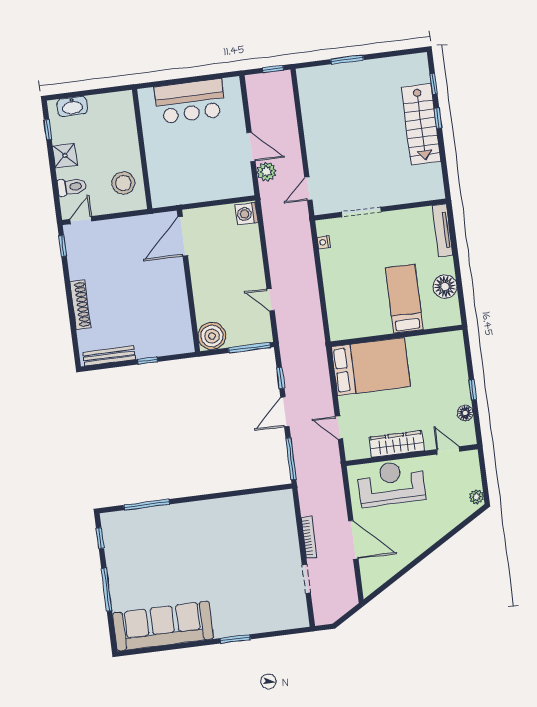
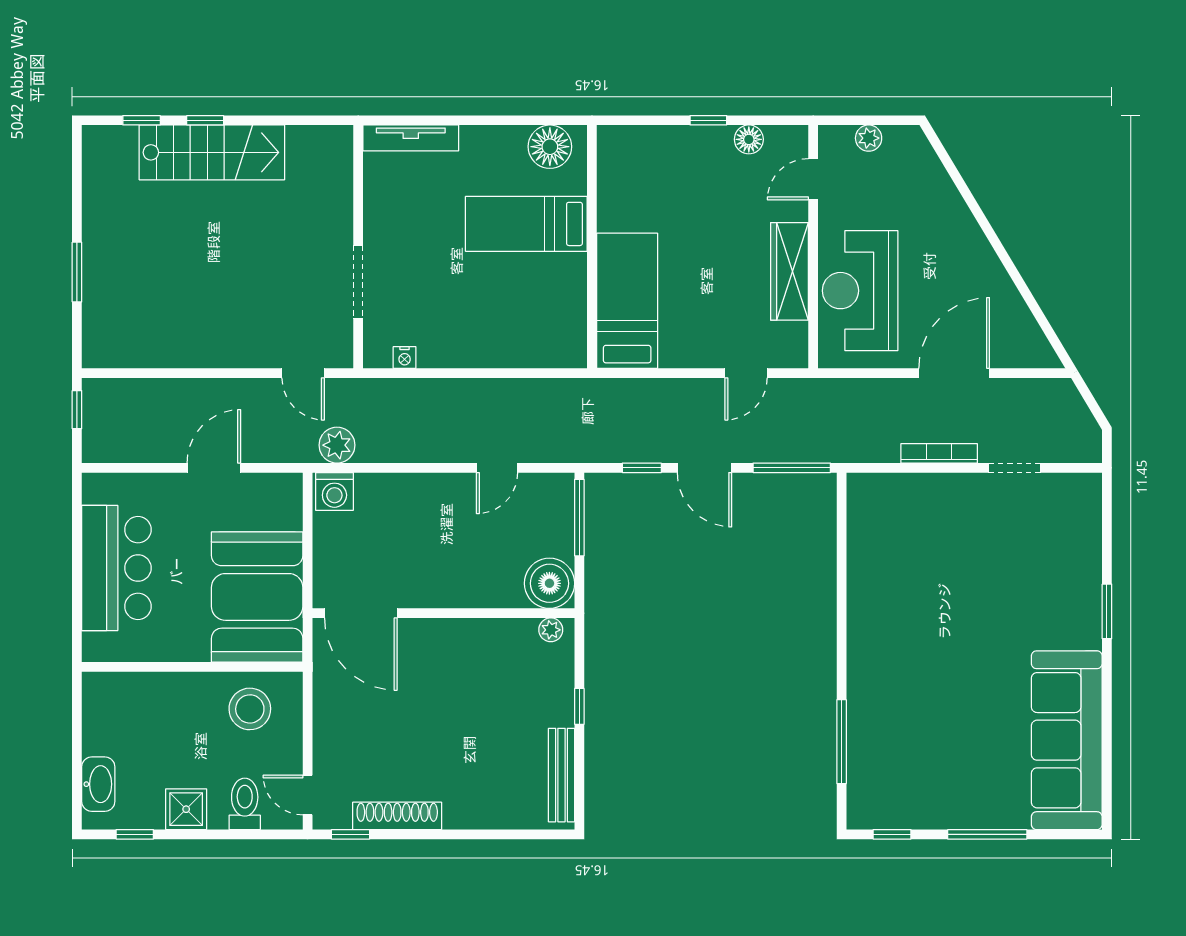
plant: (267, 172) -> (337, 445), moved
booth: (184, 179) -> (257, 597), added
floor lamp: (445, 287) -> (550, 147), moved
shoe rack: (80, 305) -> (397, 816), moved
plant: (187, 340) -> (551, 630), added
bed: (371, 367) -> (627, 301), width x0.67
plant: (477, 497) -> (869, 138), moved

